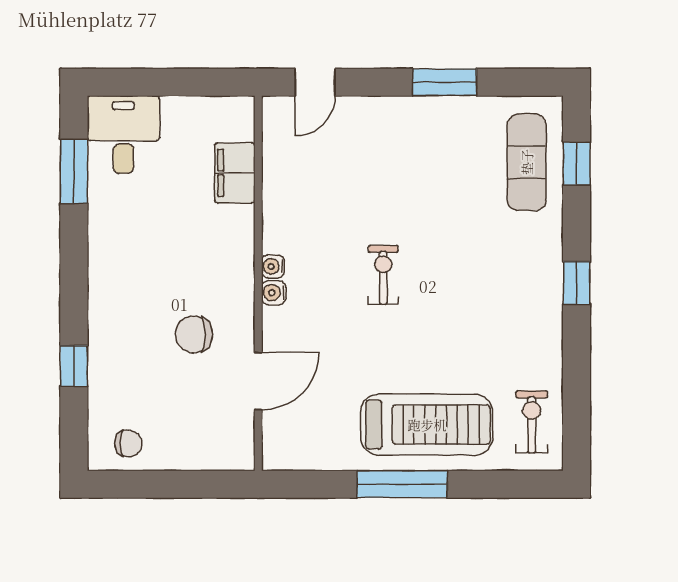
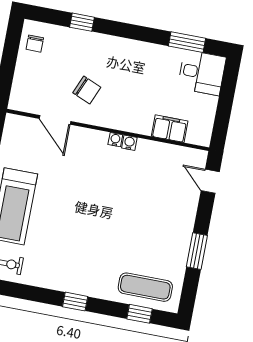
exercise bike: (383, 275) -> (99, 198), removed
water cooler: (274, 293) -> (129, 143), moved
chair: (194, 334) -> (87, 90), turned 113

